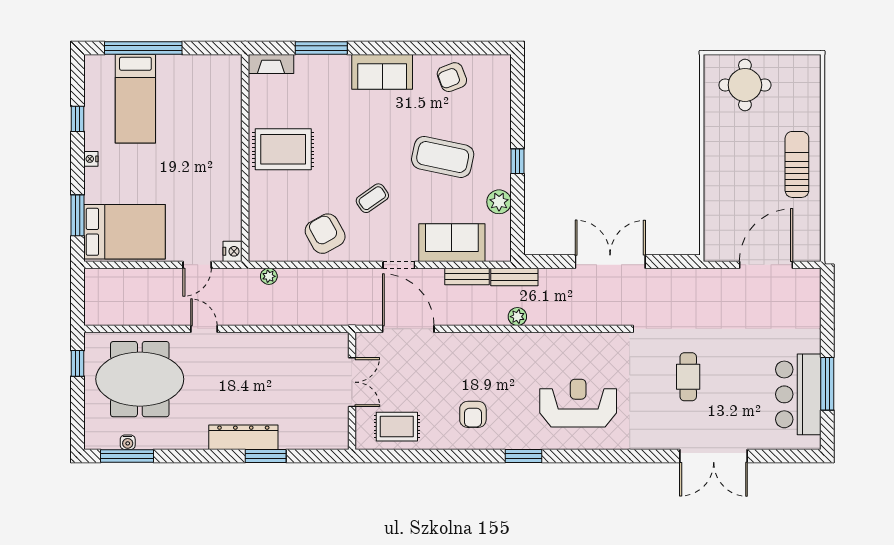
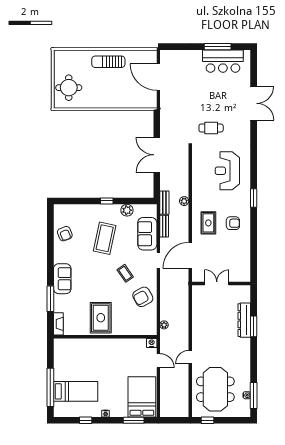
sofa: (382, 72) -> (62, 279), moved
cafe table: (688, 377) -> (211, 128), moved
rug: (397, 427) -> (208, 223), moved
dresser: (243, 437) -> (244, 320), moved

